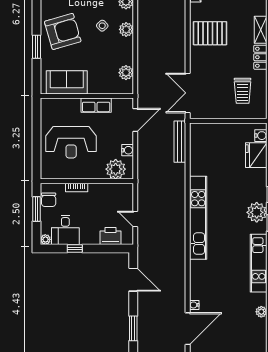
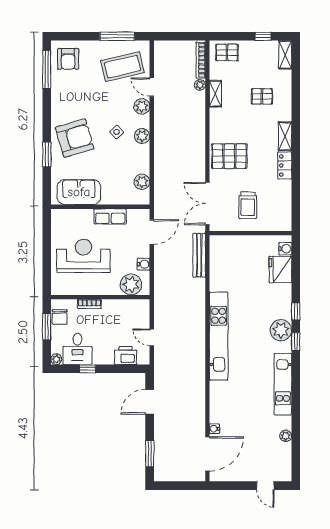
pallet: (210, 33) -> (229, 156), moved
trolley: (243, 91) -> (248, 205), moved
reception desk: (71, 142) -> (84, 256), turned 180
door: (133, 280) -> (150, 402), swing flipped

